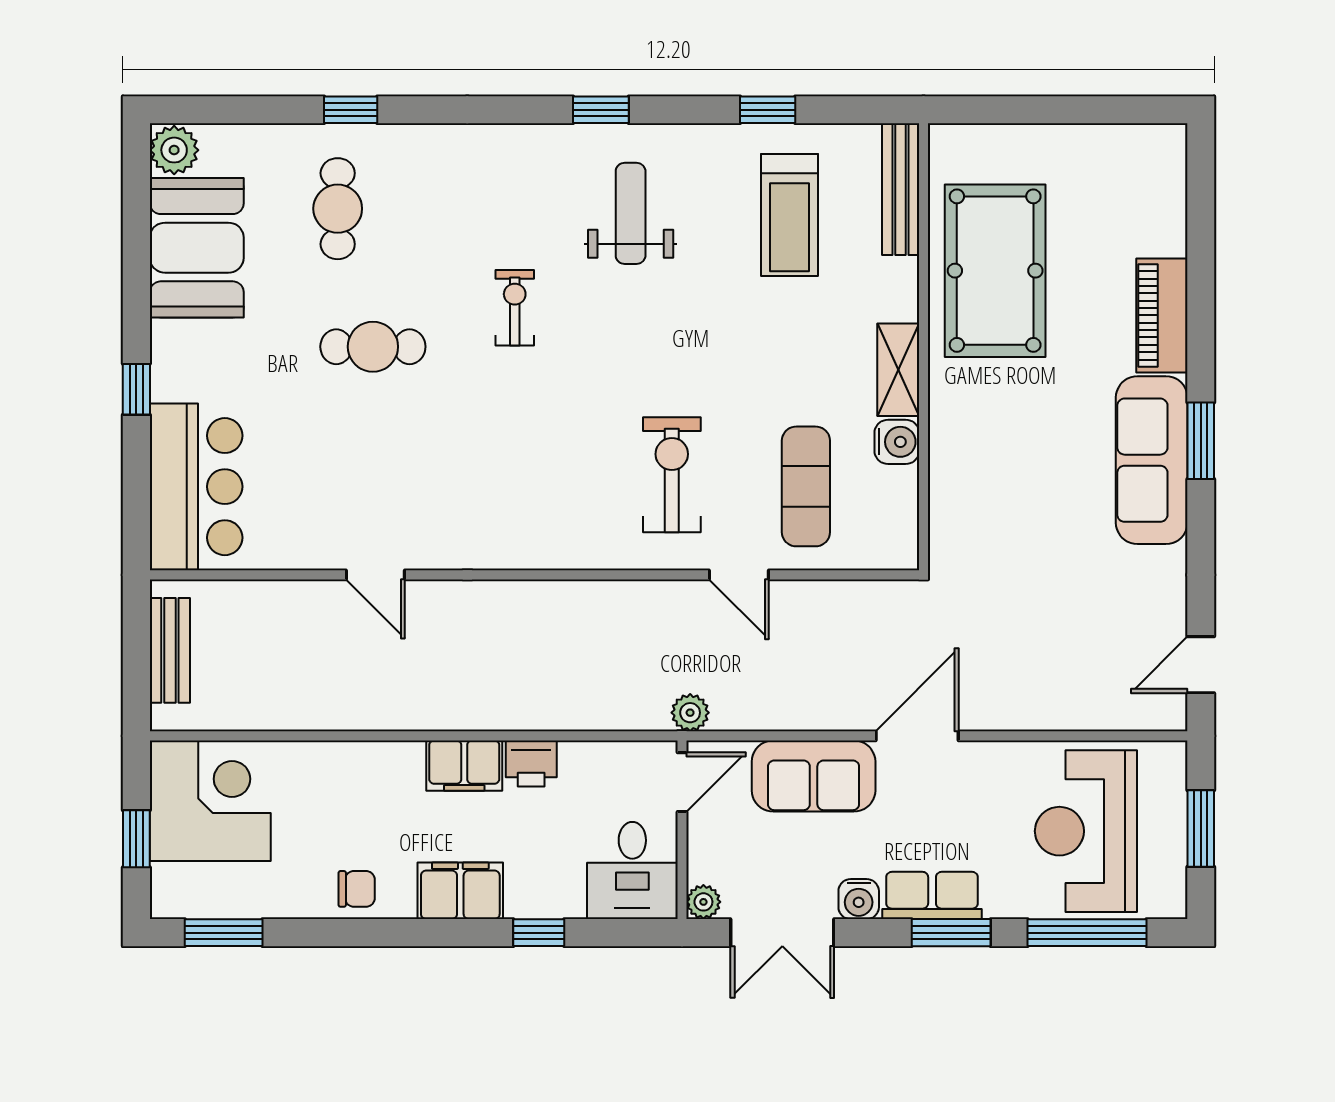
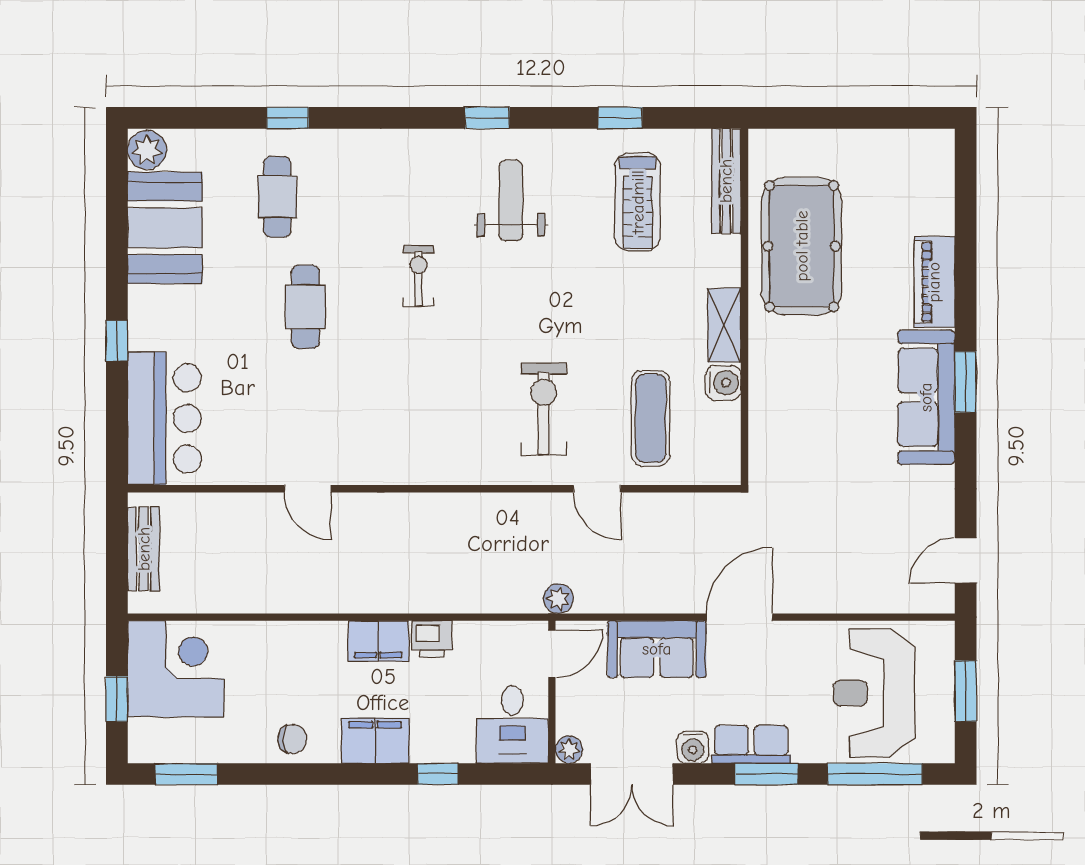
cafe table: (373, 347) -> (305, 307), turned 90

